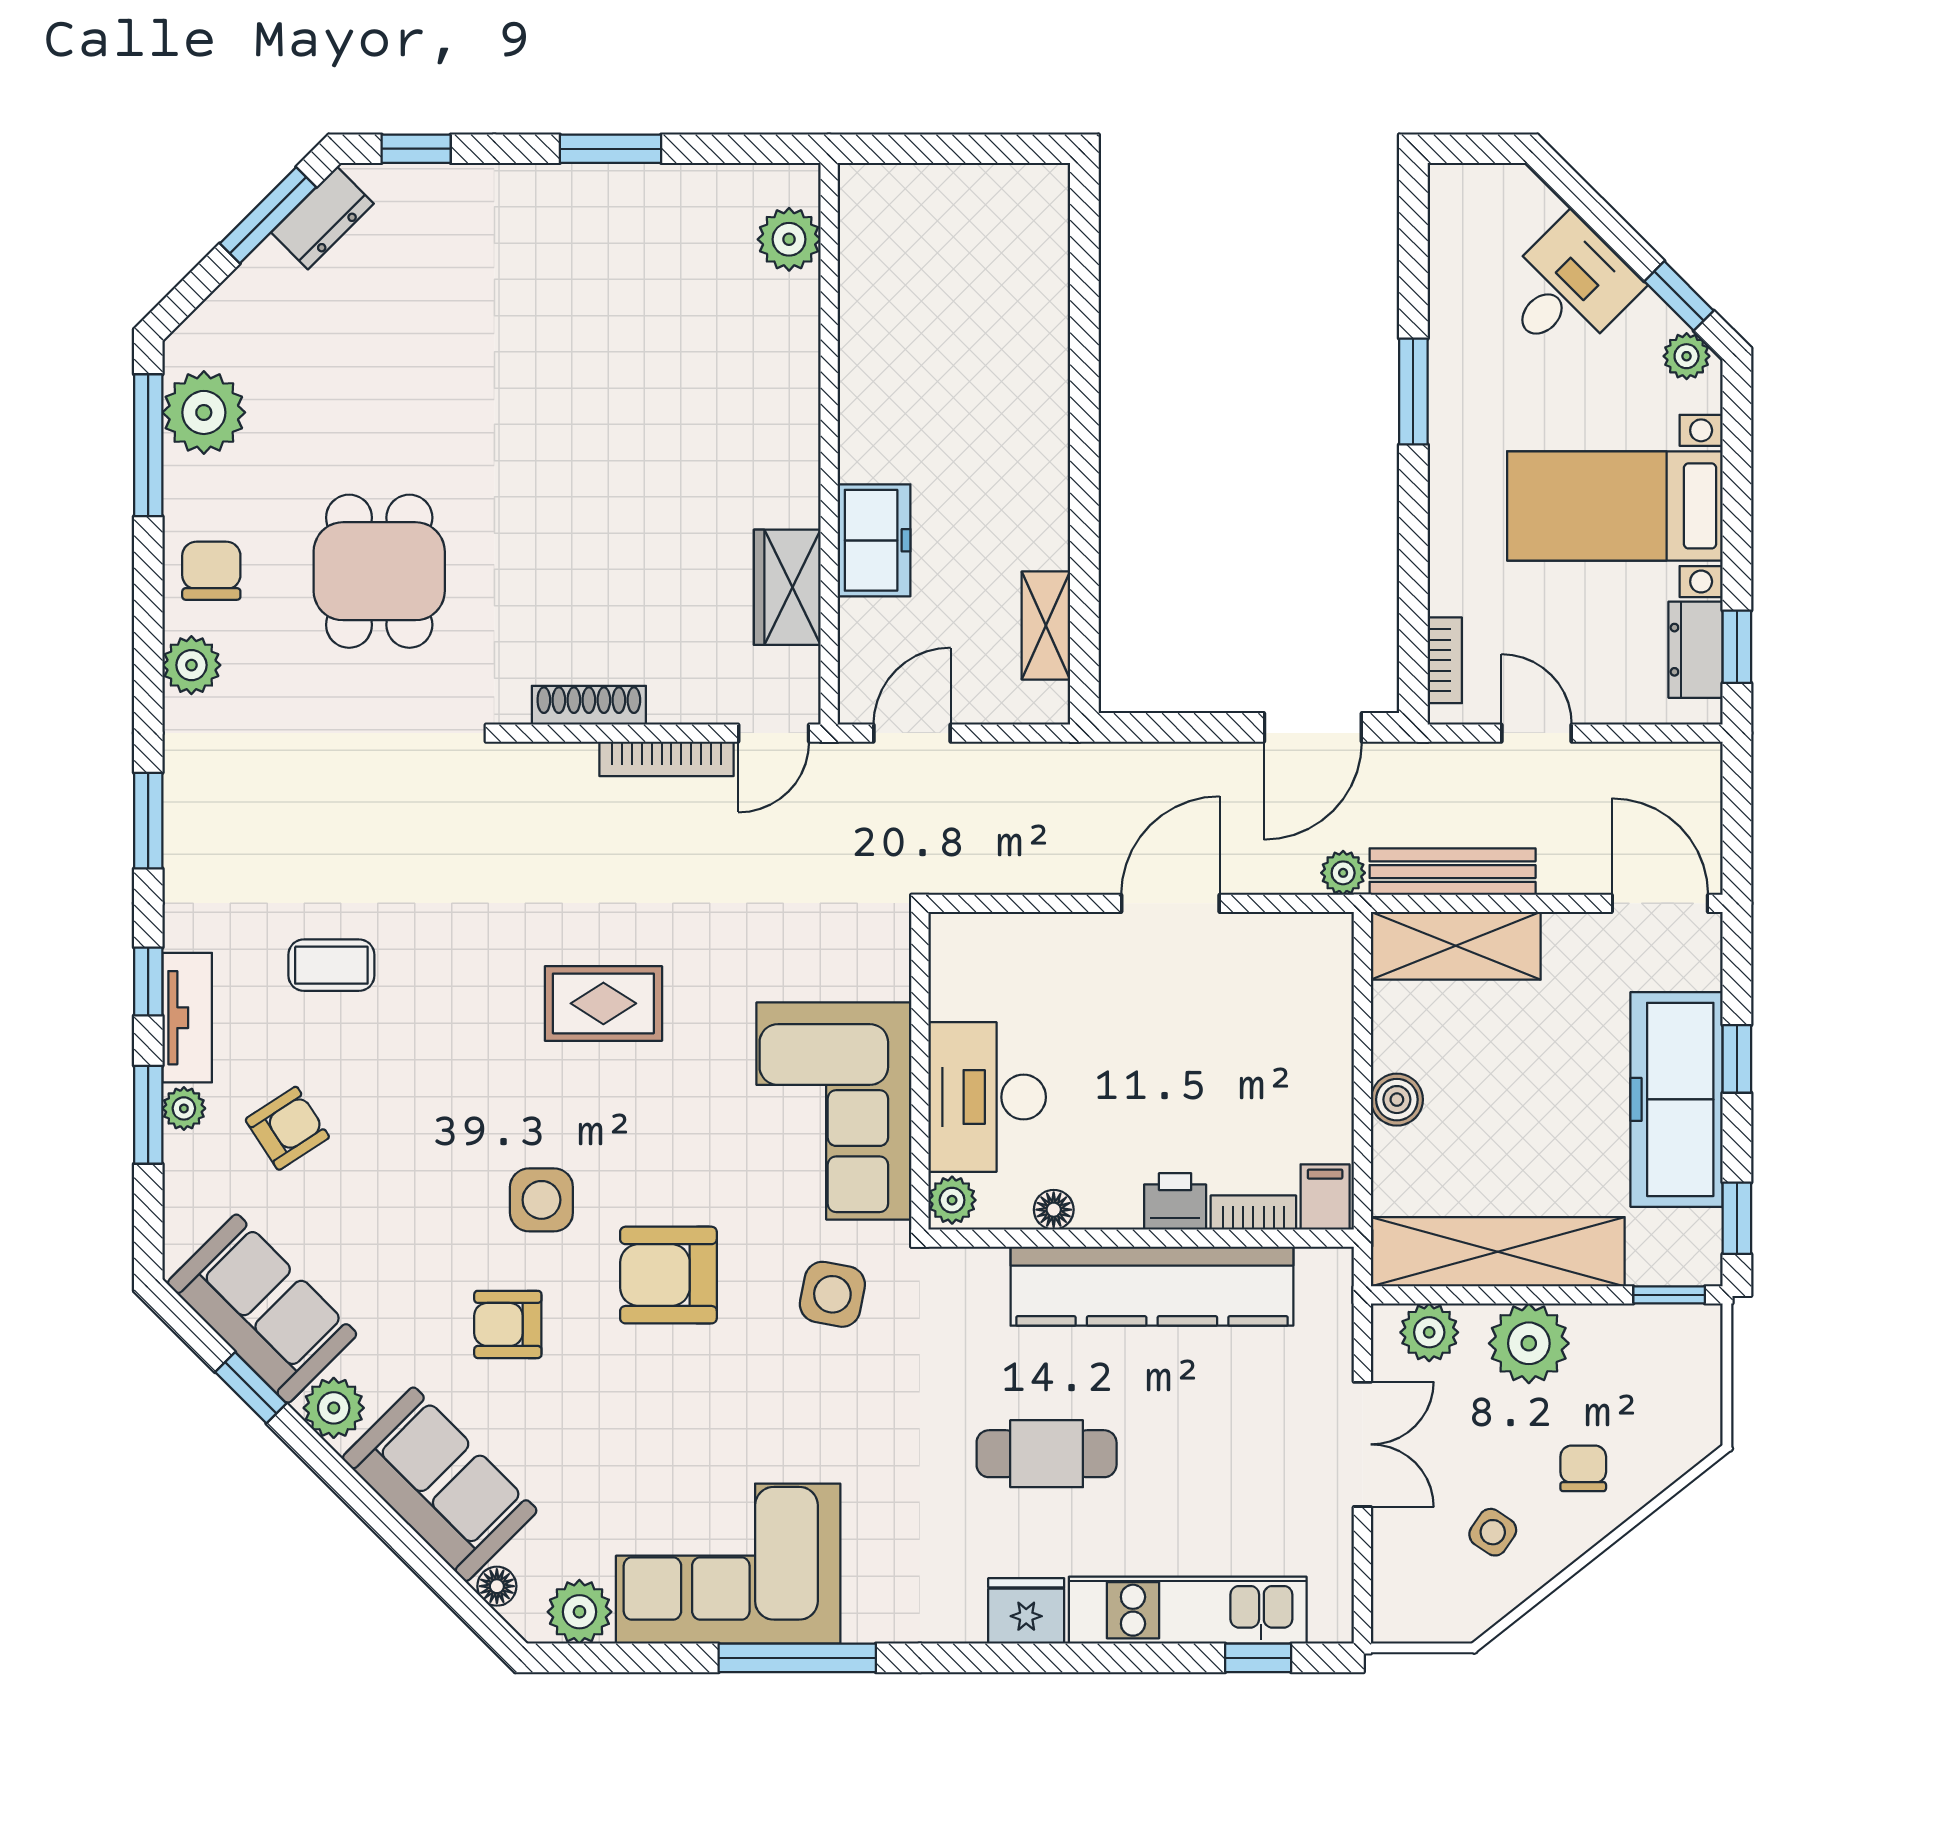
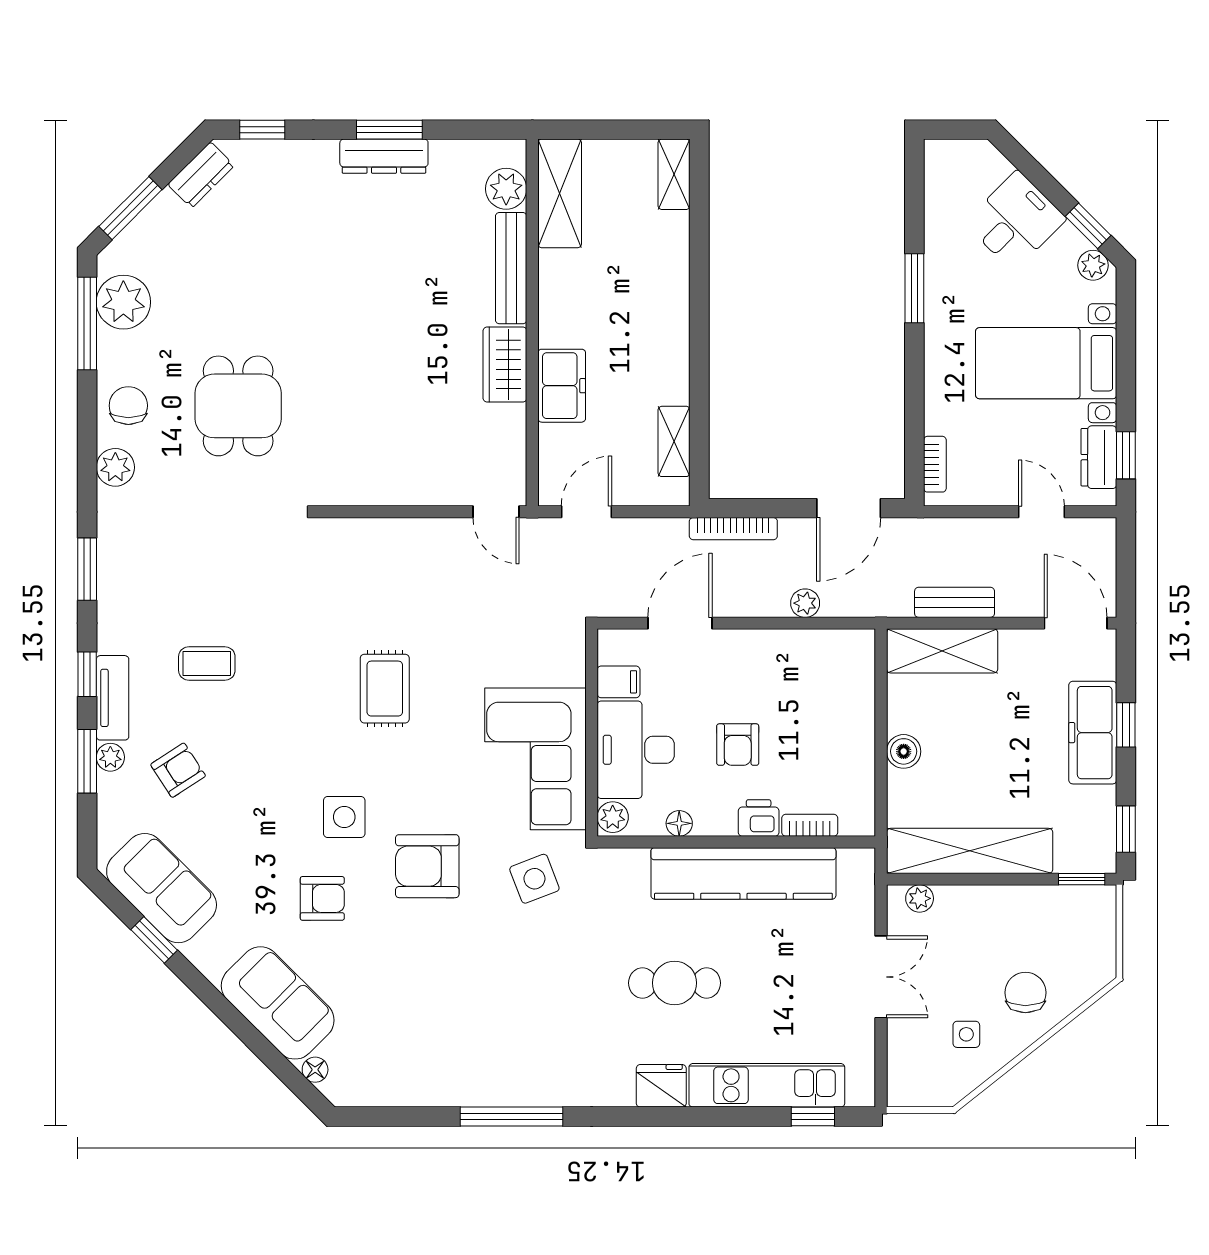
dresser: (602, 189) -> (384, 156), added
window: (268, 215) -> (130, 208), moved
shelving: (1046, 217) -> (674, 174), added
shelving: (871, 246) -> (560, 193), added
bench: (797, 361) -> (511, 268), added
wardrobe: (787, 587) -> (505, 364), moved
shoe rack: (589, 705) -> (375, 494), removed
door: (774, 733) -> (496, 512), hinge flipped
door: (1537, 733) -> (1042, 512), moved
bookcase: (667, 759) -> (733, 529), moved
bench: (1453, 872) -> (955, 602), width x0.73
plant: (1343, 873) -> (805, 603), moved
door: (1170, 903) -> (680, 623), moved
rug: (603, 1003) -> (385, 689), turned 90
armchair: (1143, 1089) -> (738, 745), added
freezer: (1677, 1099) -> (1093, 733), width x0.73, depth x0.79
filing cabinet: (1325, 1197) -> (619, 682), moved, turned 90
side table: (832, 1294) -> (534, 879), turned -32
armchair: (508, 1324) -> (322, 898), turned 180
plant: (1429, 1332) -> (920, 898), width x0.73, depth x0.73
plant: (1529, 1343) -> (990, 911), removed
plant: (334, 1408) -> (208, 953), removed
chair: (1583, 1468) -> (1025, 993), width x1.37, depth x1.37
side table: (1493, 1532) -> (966, 1034), turned -34
corner sofa: (728, 1564) -> (466, 1055), removed
plant: (579, 1612) -> (369, 1086), removed

